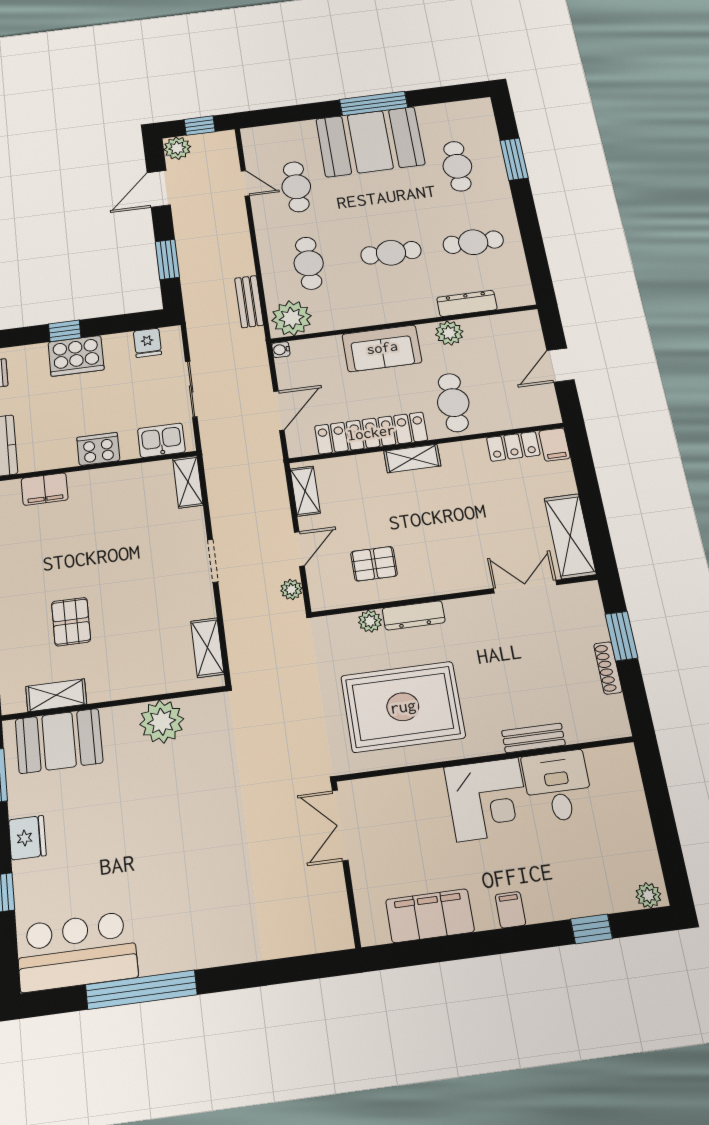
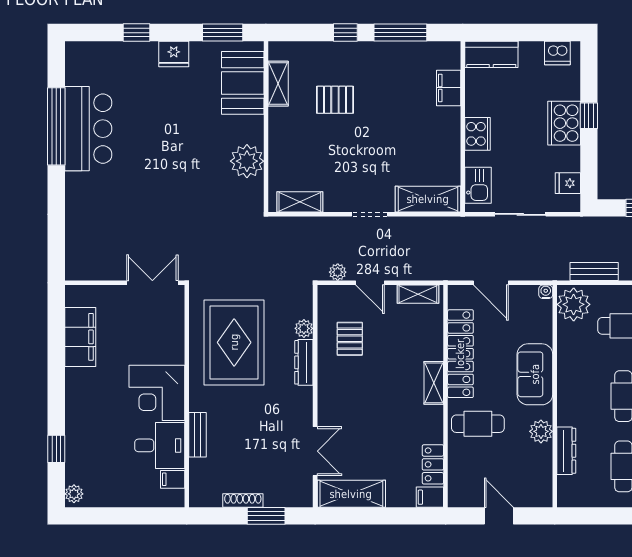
shelving: (188, 482) -> (428, 199), width x1.50, depth x1.33
filing cabinet: (510, 910) -> (173, 479), moved, turned 180
bar counter: (77, 952) -> (88, 129), moved

